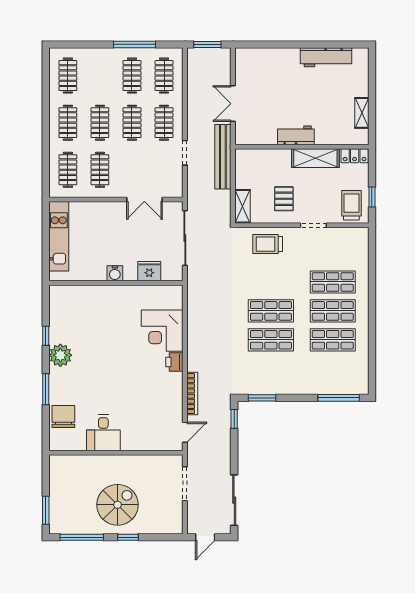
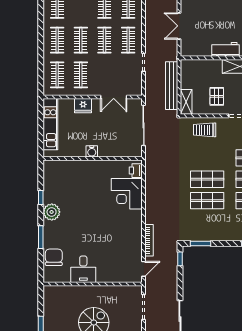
bench: (223, 157) -> (172, 86), moved
fridge: (149, 271) -> (83, 106), moved, turned 180
printer: (174, 362) -> (136, 171), moved

